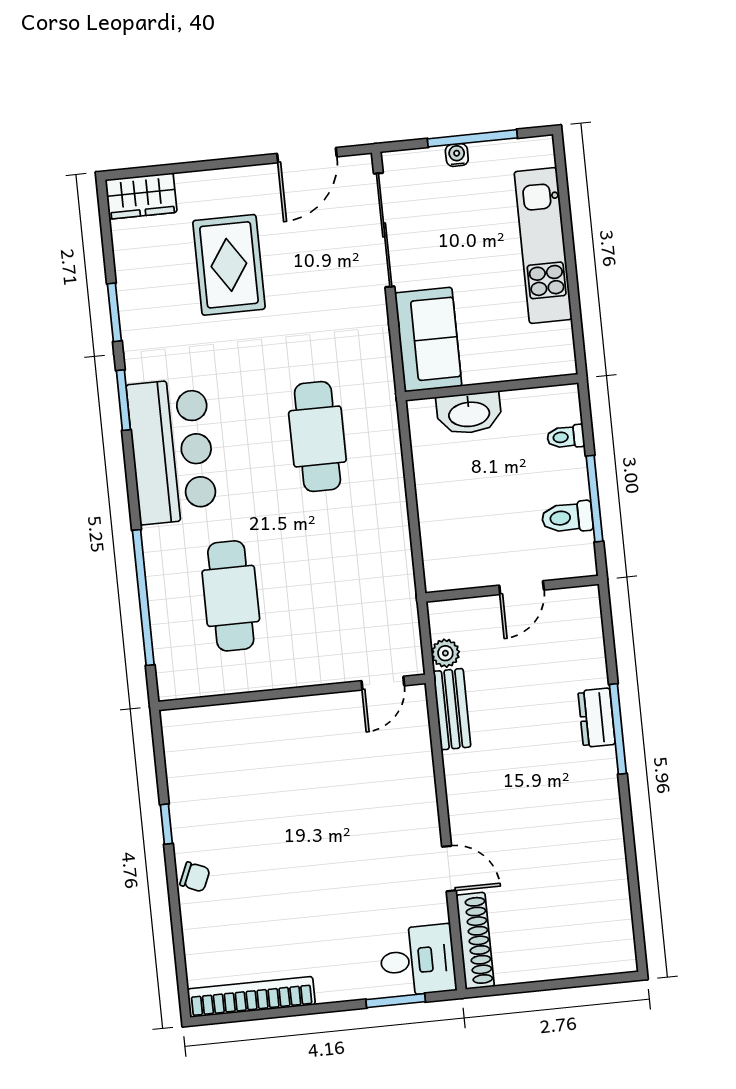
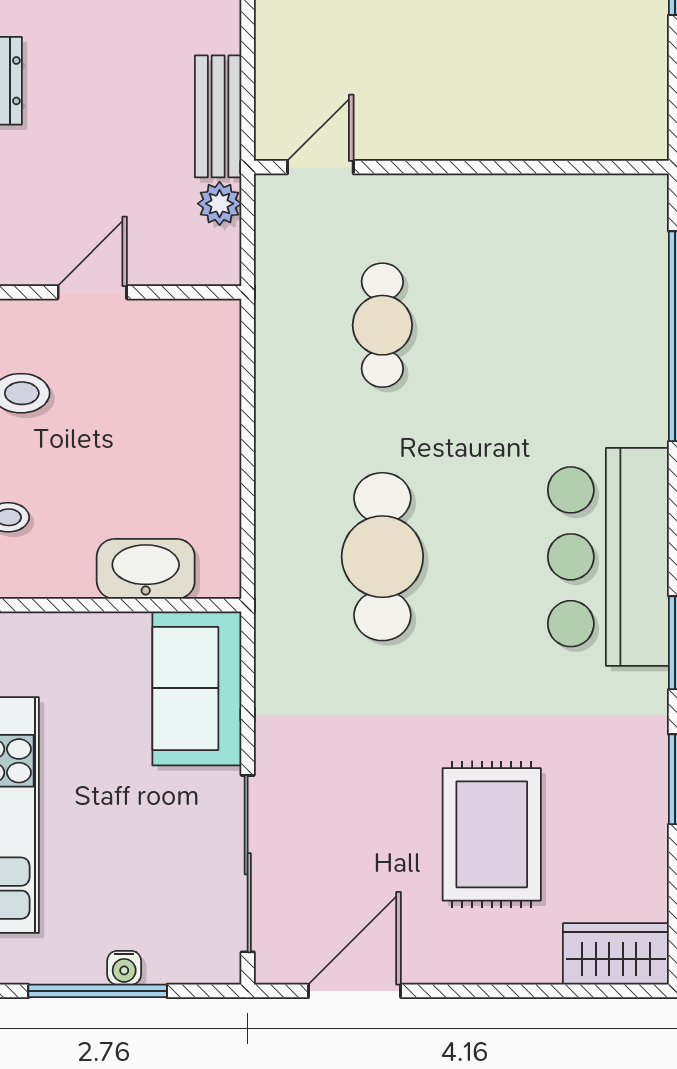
cafe table: (231, 596) -> (382, 325), moved, width x0.73, depth x0.74

